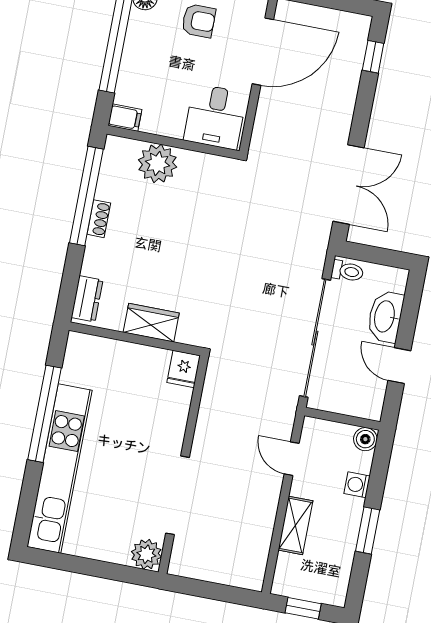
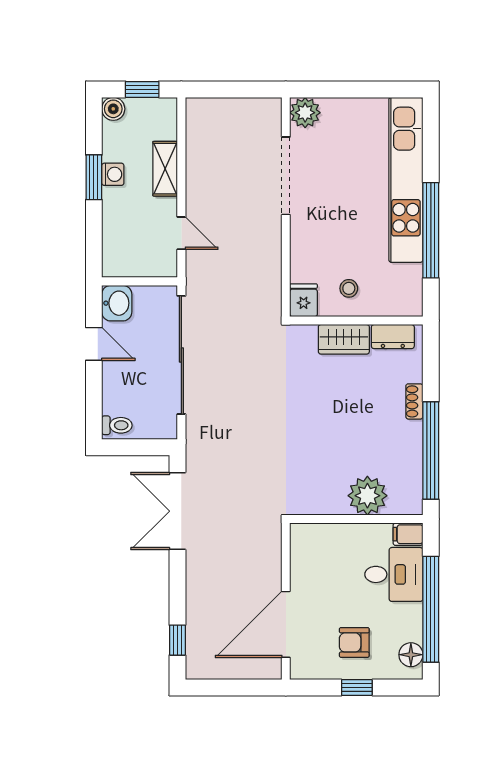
desk: (215, 117) -> (394, 574), moved, turned 90
shoe rack: (99, 219) -> (414, 401), moved
toilet: (347, 271) -> (117, 425), moved, turned 180
dresser: (87, 299) -> (393, 337), moved, turned -90
washbasin: (385, 317) -> (117, 303), moved, width x0.72
stool: (137, 372) -> (349, 288), added
boiler: (365, 439) -> (113, 109), moved
washing machine: (357, 485) -> (113, 174), moved

